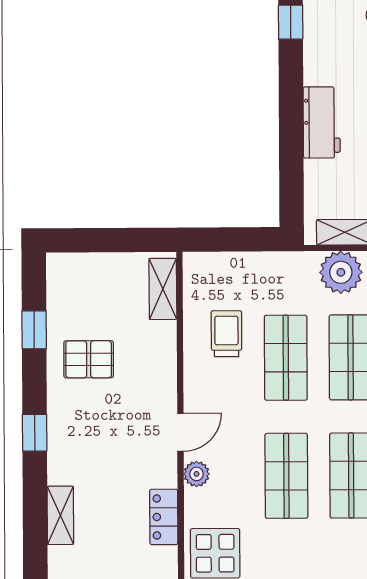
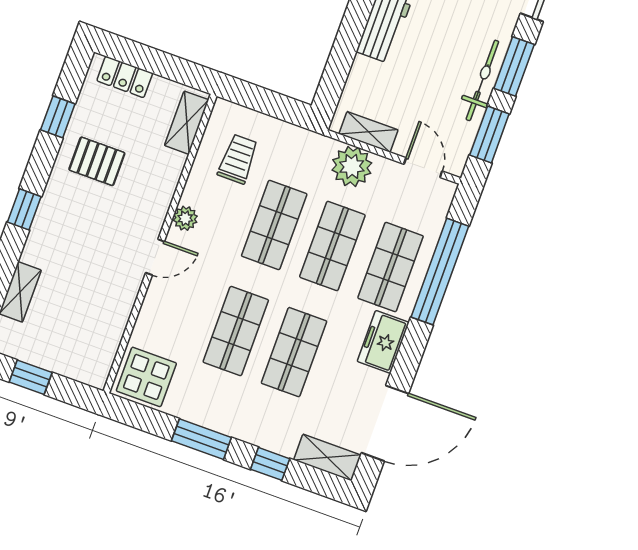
trolley: (226, 334) -> (238, 159), moved
plant: (197, 474) -> (185, 218), moved
locker: (164, 517) -> (125, 77), moved, turned -90

